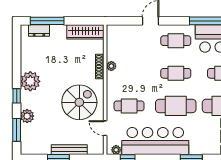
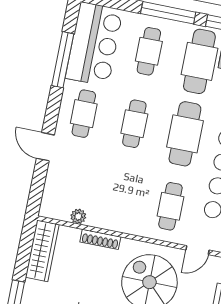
plant: (111, 66) -> (78, 216), moved

